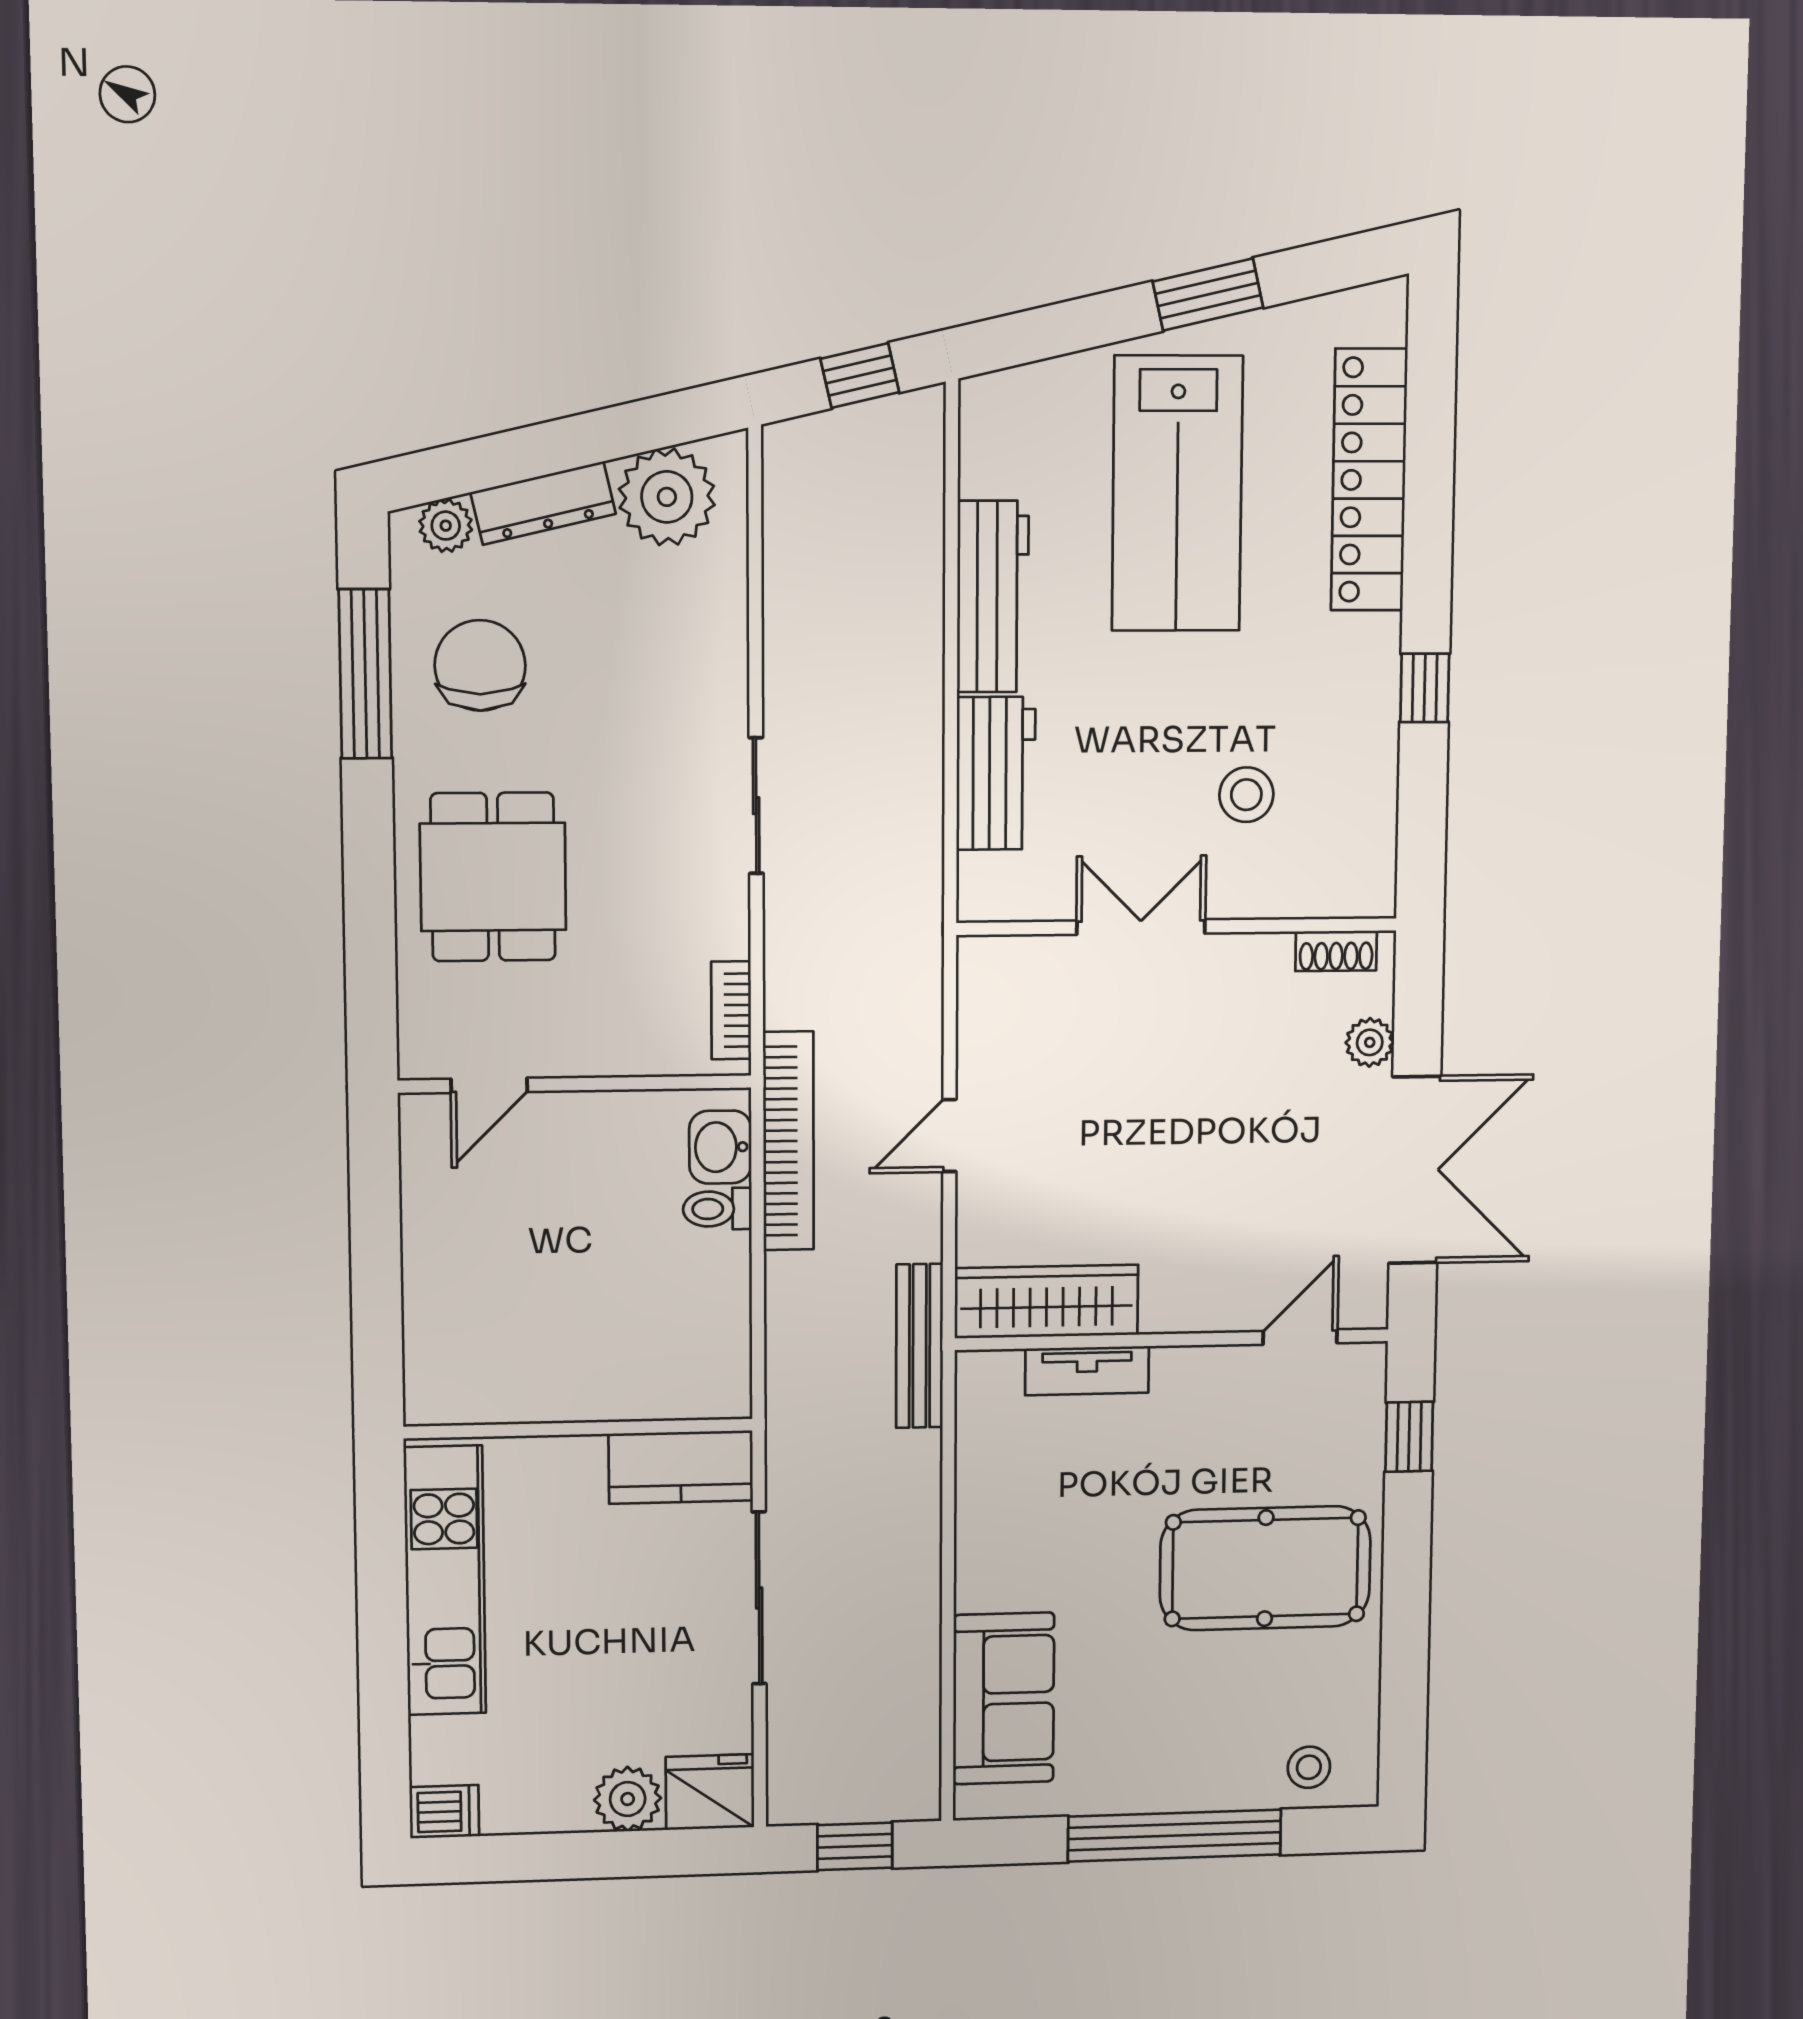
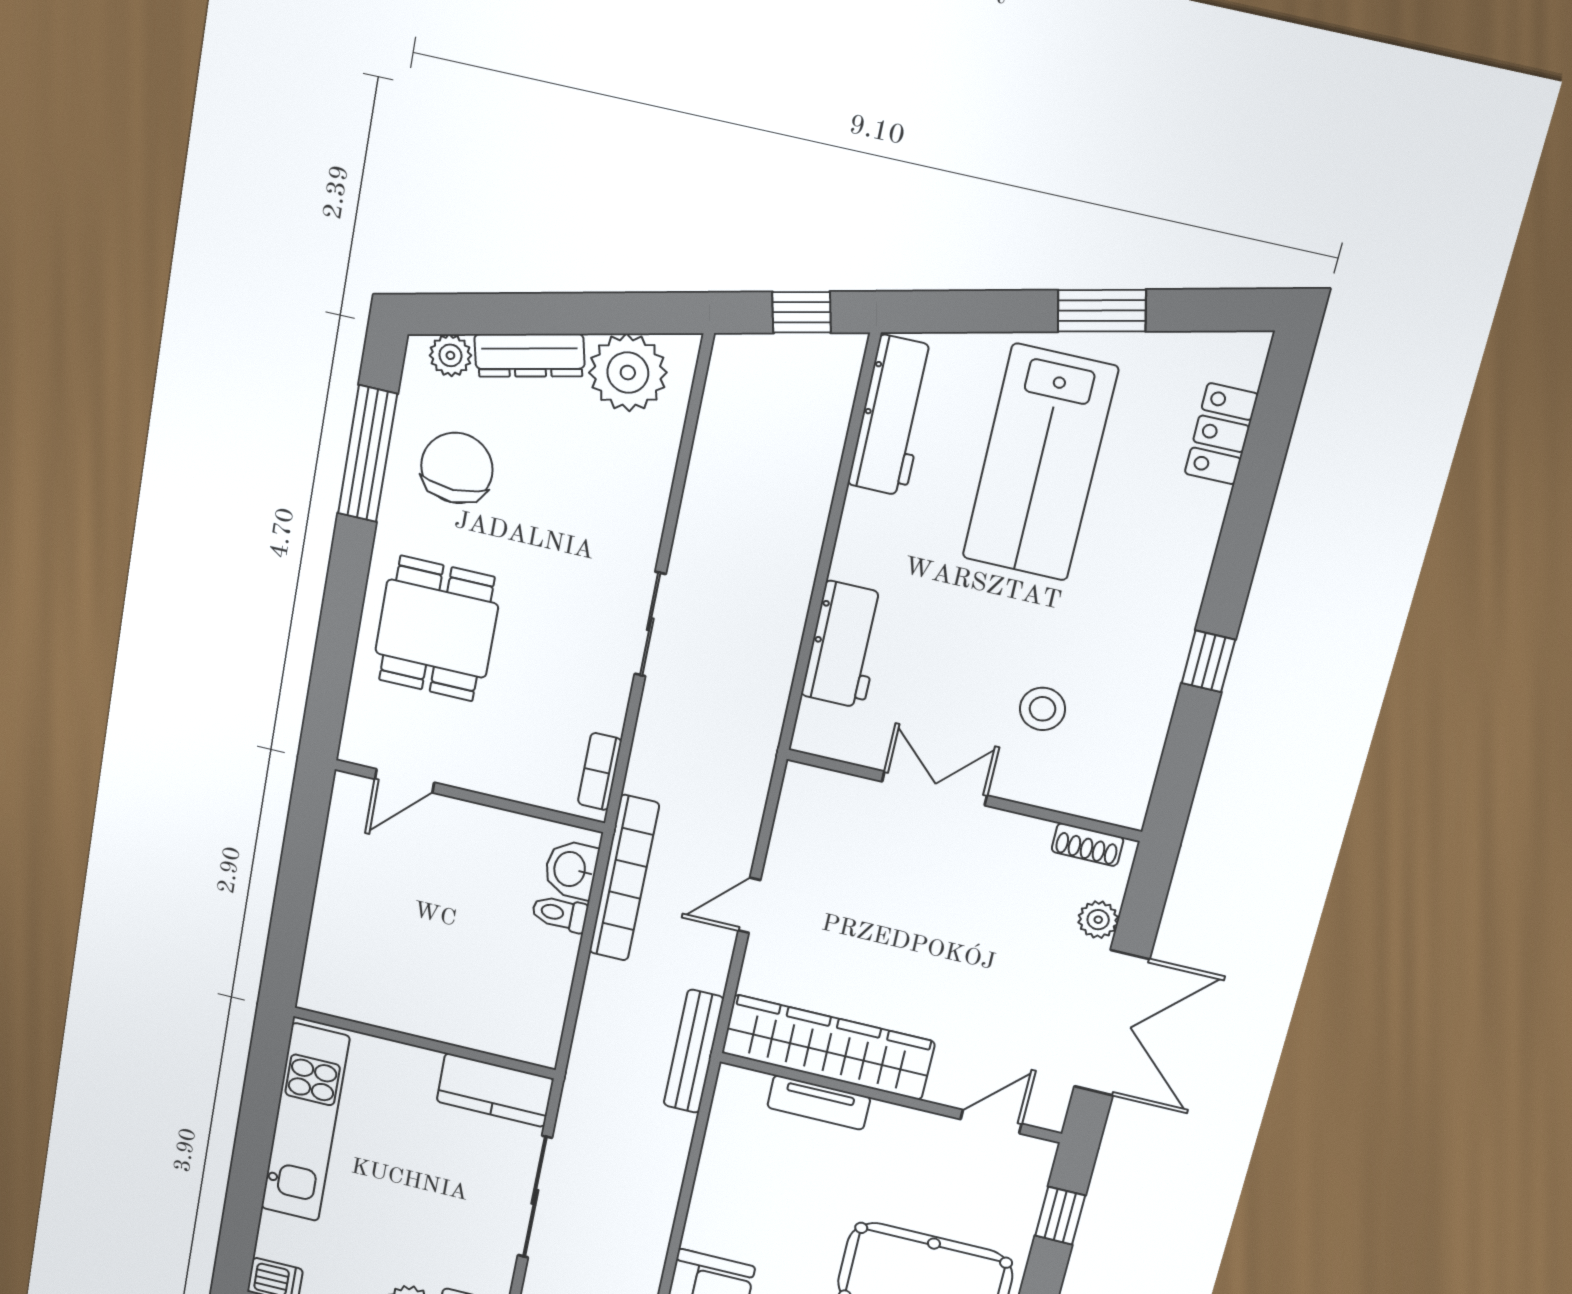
locker: (1369, 480) -> (1221, 434), width x0.46, depth x0.83
workbench: (993, 597) -> (893, 416), moved
wardrobe: (1047, 1302) -> (828, 1047), width x1.40, depth x1.17

